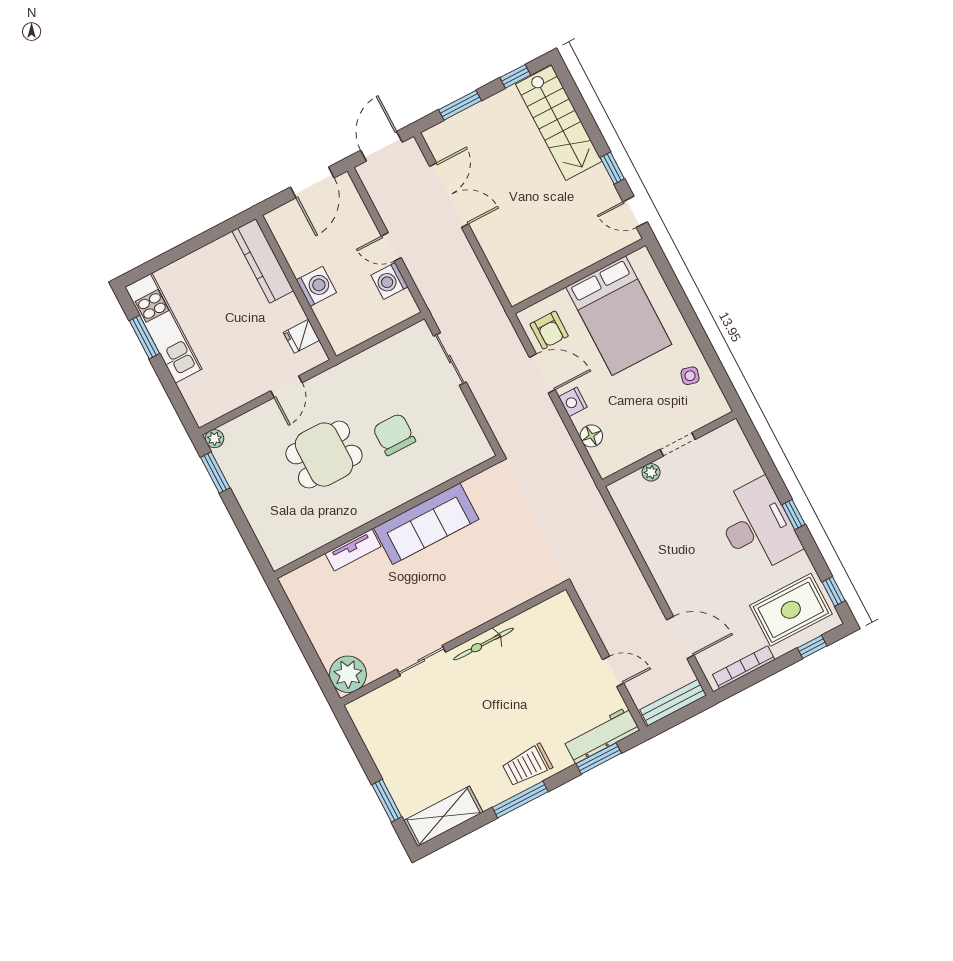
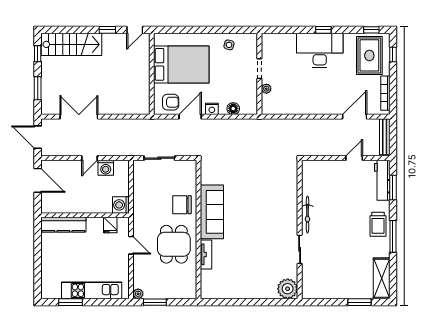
washing machine: (316, 286) -> (121, 205), moved, turned -90
kitchen unit: (164, 328) -> (92, 290), moved
wall: (387, 517) -> (198, 229), moved
sofa: (426, 524) -> (212, 212), moved
tv unit: (353, 550) -> (206, 254), moved

